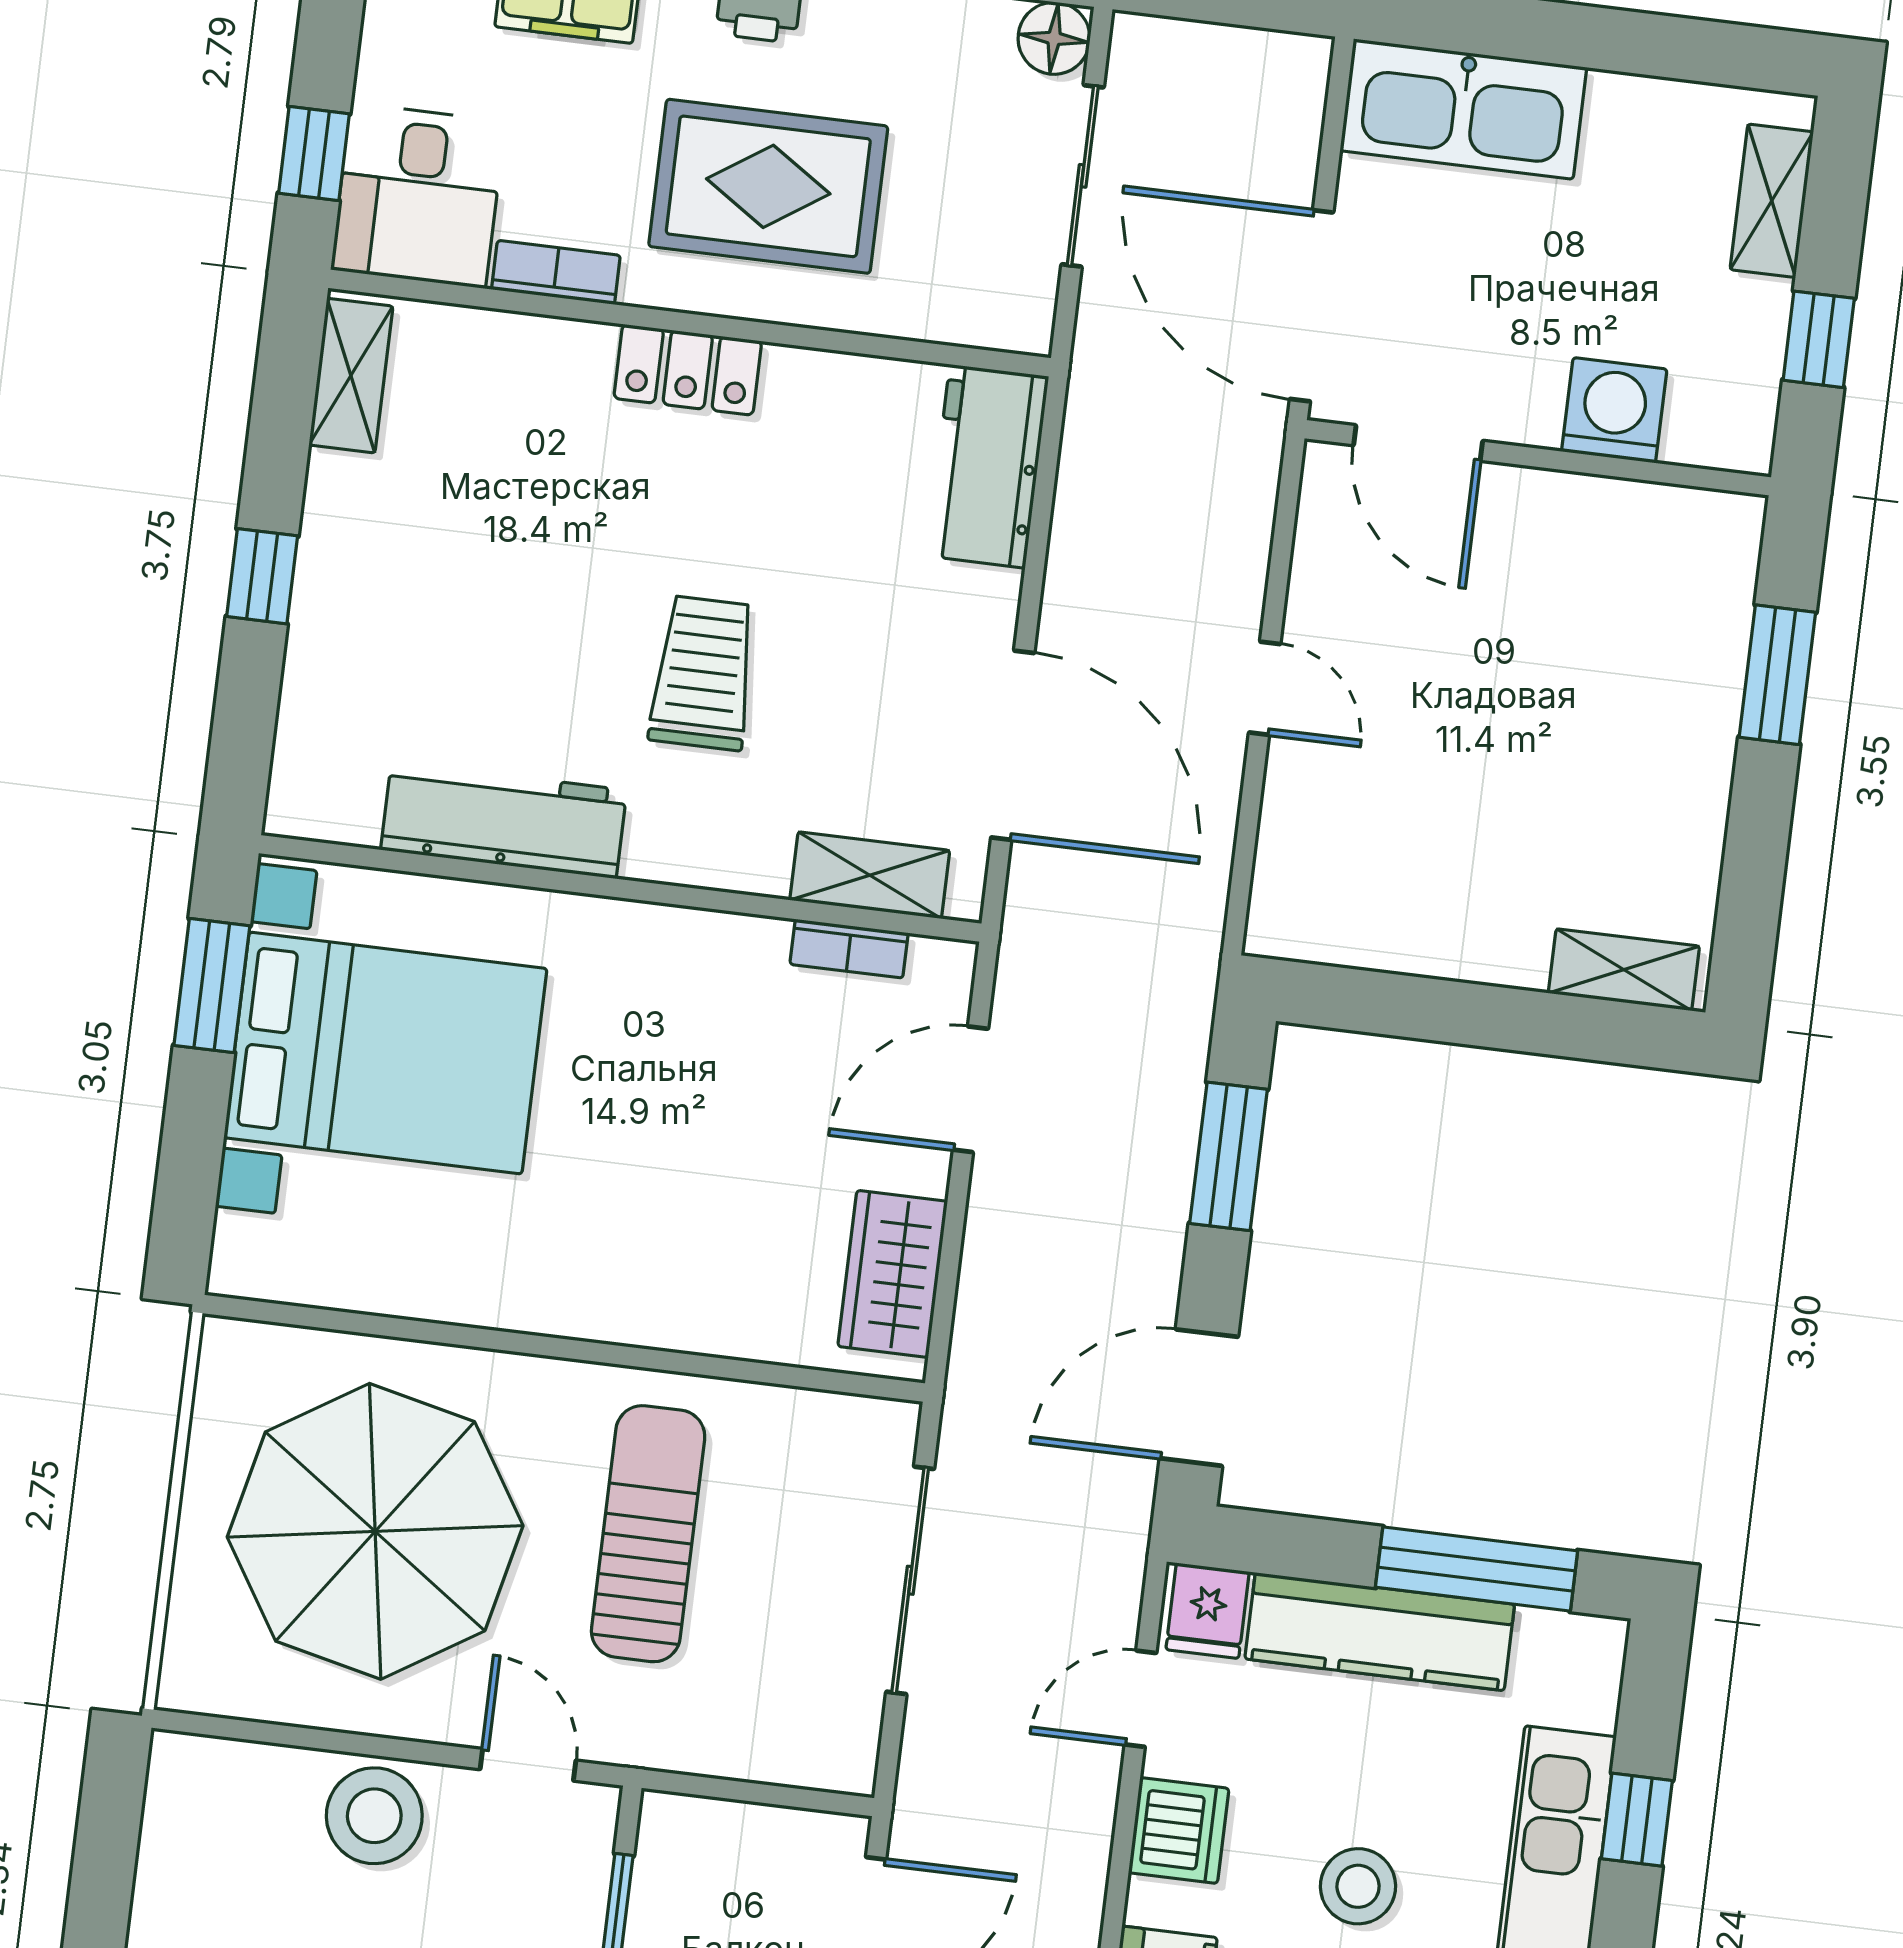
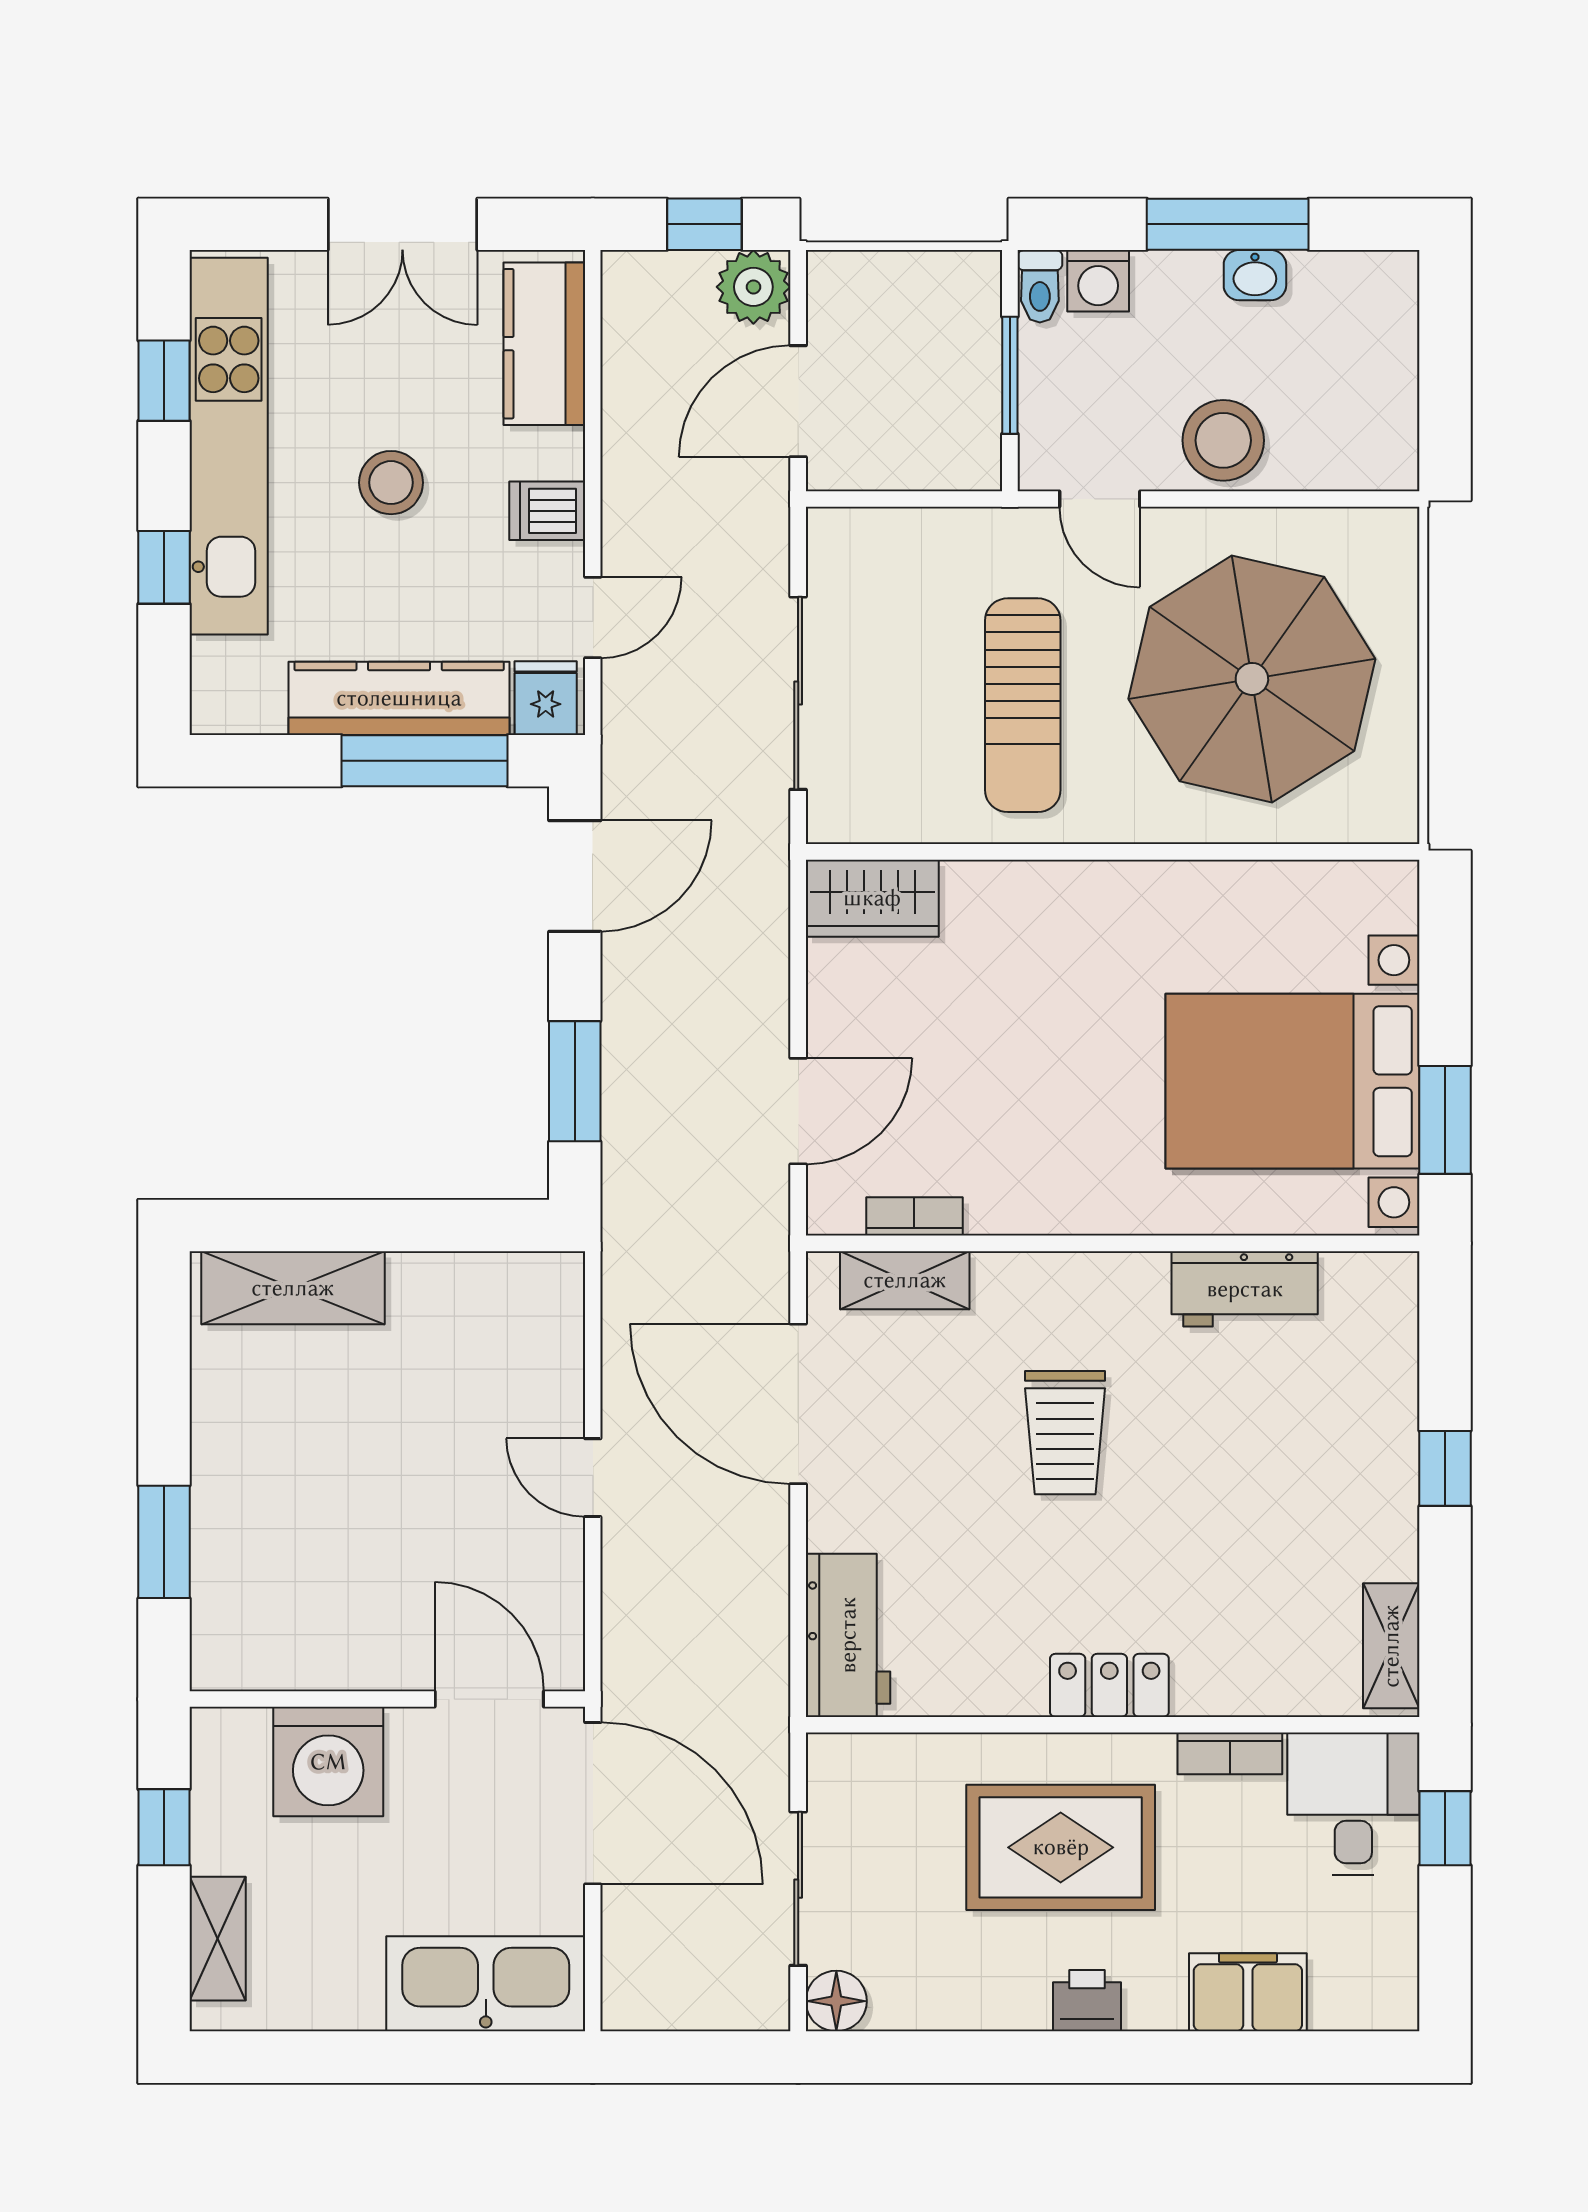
washing machine: (1614, 410) -> (328, 1762), width x1.37, depth x1.37
workbench: (504, 820) -> (1245, 1289), width x0.73
shelving: (1624, 970) -> (293, 1288), width x1.50, depth x1.33
wardrobe: (893, 1274) -> (872, 898), moved, turned 90
window: (1477, 1569) -> (424, 761), moved
dishwasher: (1179, 1831) -> (547, 511), width x0.73

